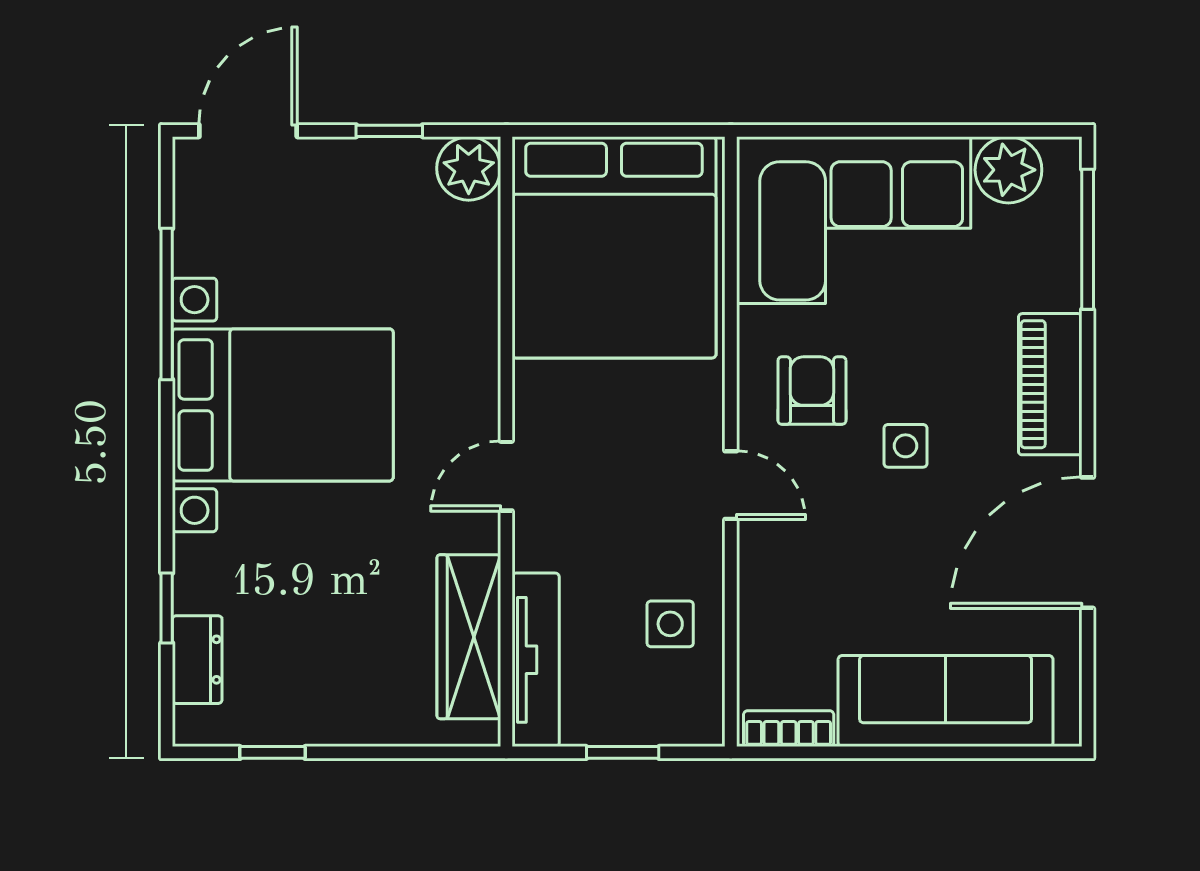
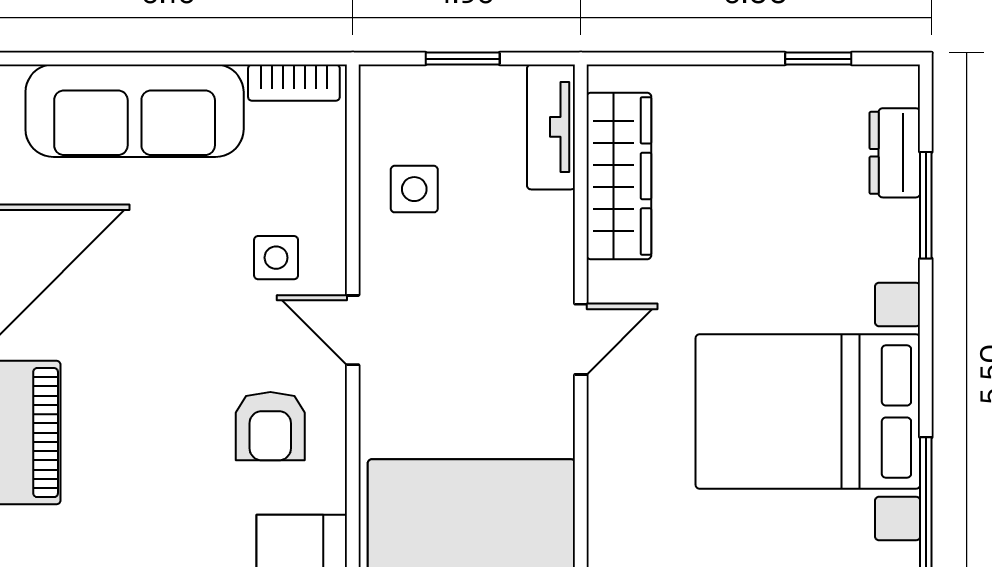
side table: (906, 446) -> (276, 258), moved
window: (167, 608) -> (926, 205), width x1.50
tv unit: (536, 660) -> (551, 127), width x0.71

